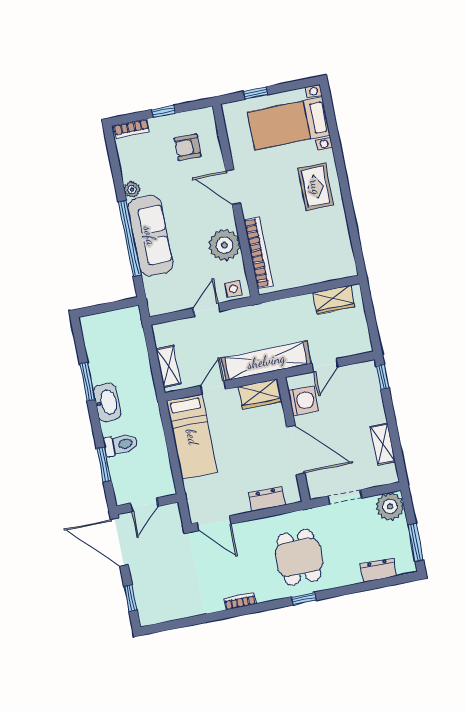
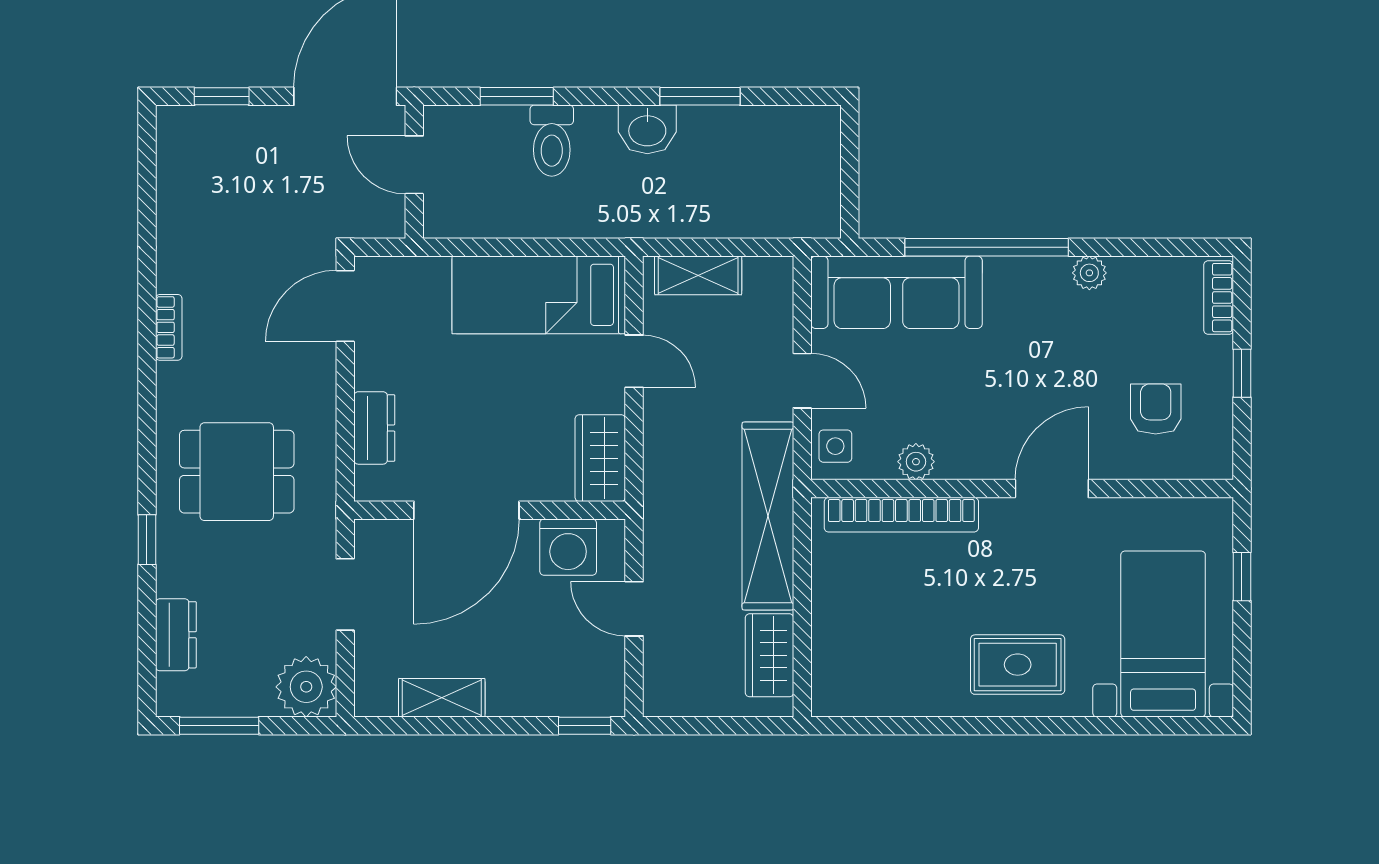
sofa: (150, 236) -> (897, 292), moved
plant: (224, 245) -> (916, 462), width x0.53, depth x0.53
shelving: (266, 361) -> (768, 516), moved
washbasin: (107, 403) -> (647, 129), width x0.72
window: (304, 599) -> (147, 540), moved

